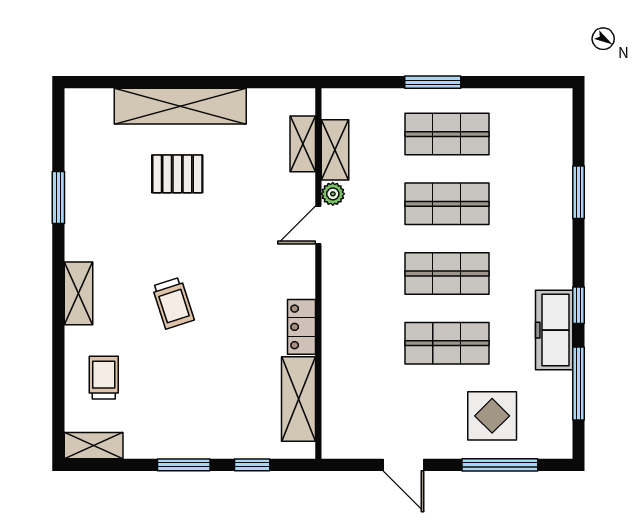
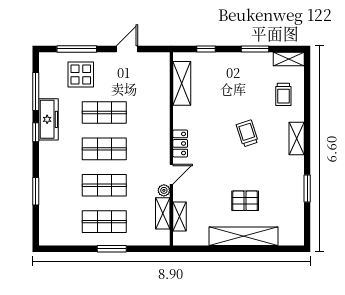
locker: (302, 327) -> (180, 143), moved
window: (184, 465) -> (255, 49), moved
door: (403, 465) -> (127, 49), hinge flipped

